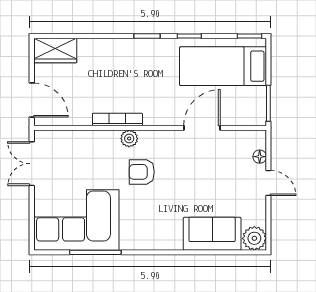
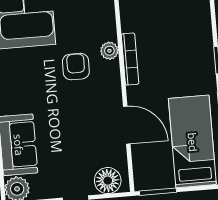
bookcase: (117, 119) -> (130, 59), moved
floor lamp: (260, 157) -> (108, 181), width x1.89, depth x1.89

